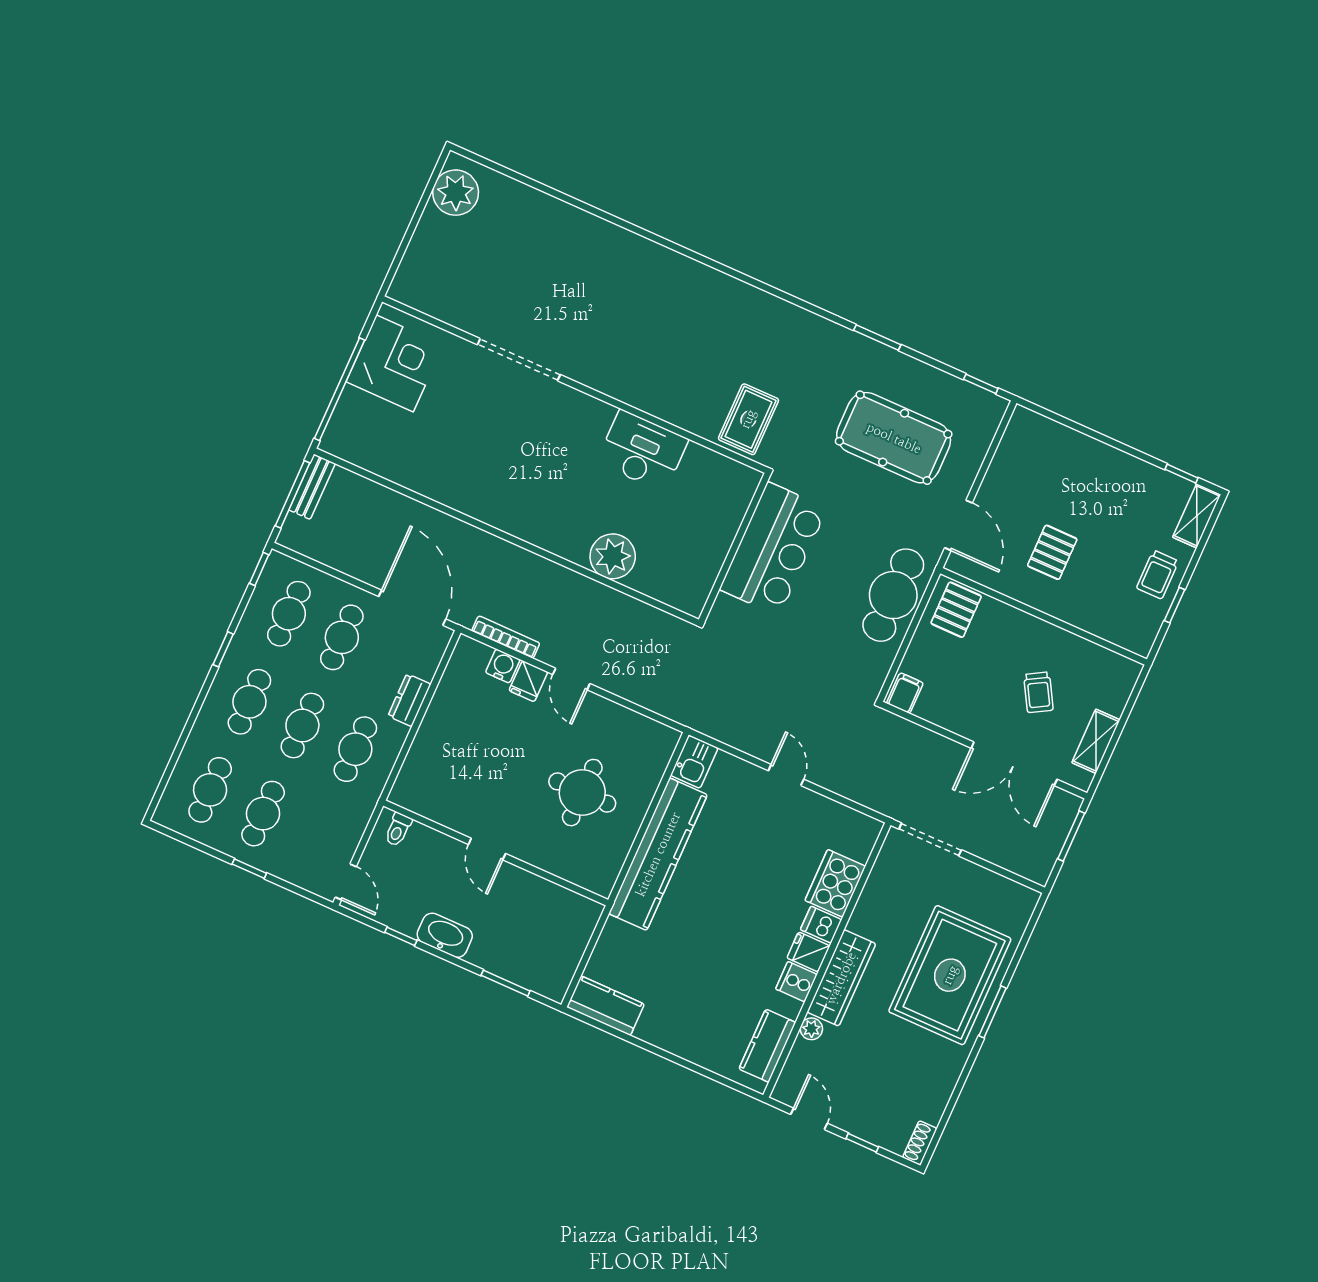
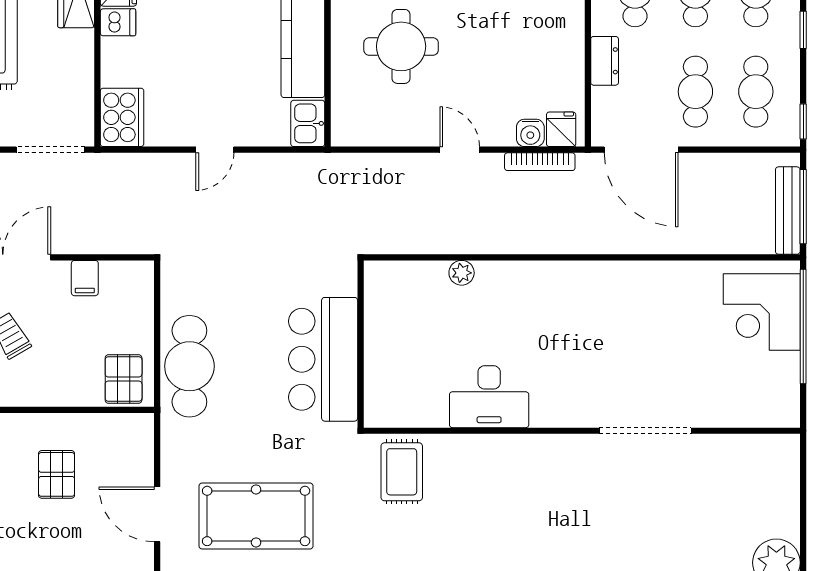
corner desk: (395, 363) -> (762, 312), moved
bench: (312, 487) -> (788, 211), width x1.36
door: (958, 525) -> (157, 514), moved
plant: (613, 556) -> (462, 273), width x0.53, depth x0.53
fridge: (528, 681) -> (561, 129), moved
filing cabinet: (905, 693) -> (85, 278), moved
door: (786, 775) -> (215, 150), hinge flipped
cooker: (835, 883) -> (122, 117), moved

